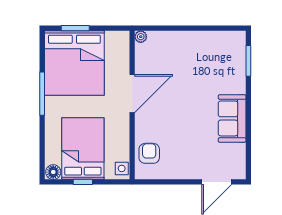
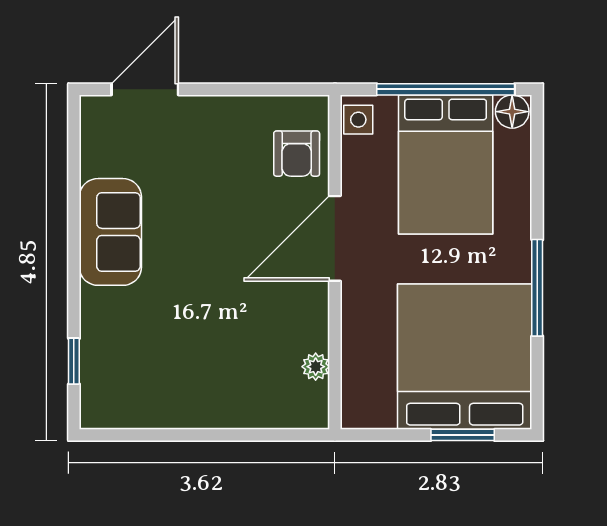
plant: (141, 37) -> (316, 367), moved
window: (248, 61) -> (74, 361), width x0.67
door: (132, 94) -> (335, 238), moved
window: (83, 182) -> (446, 89), width x3.17

